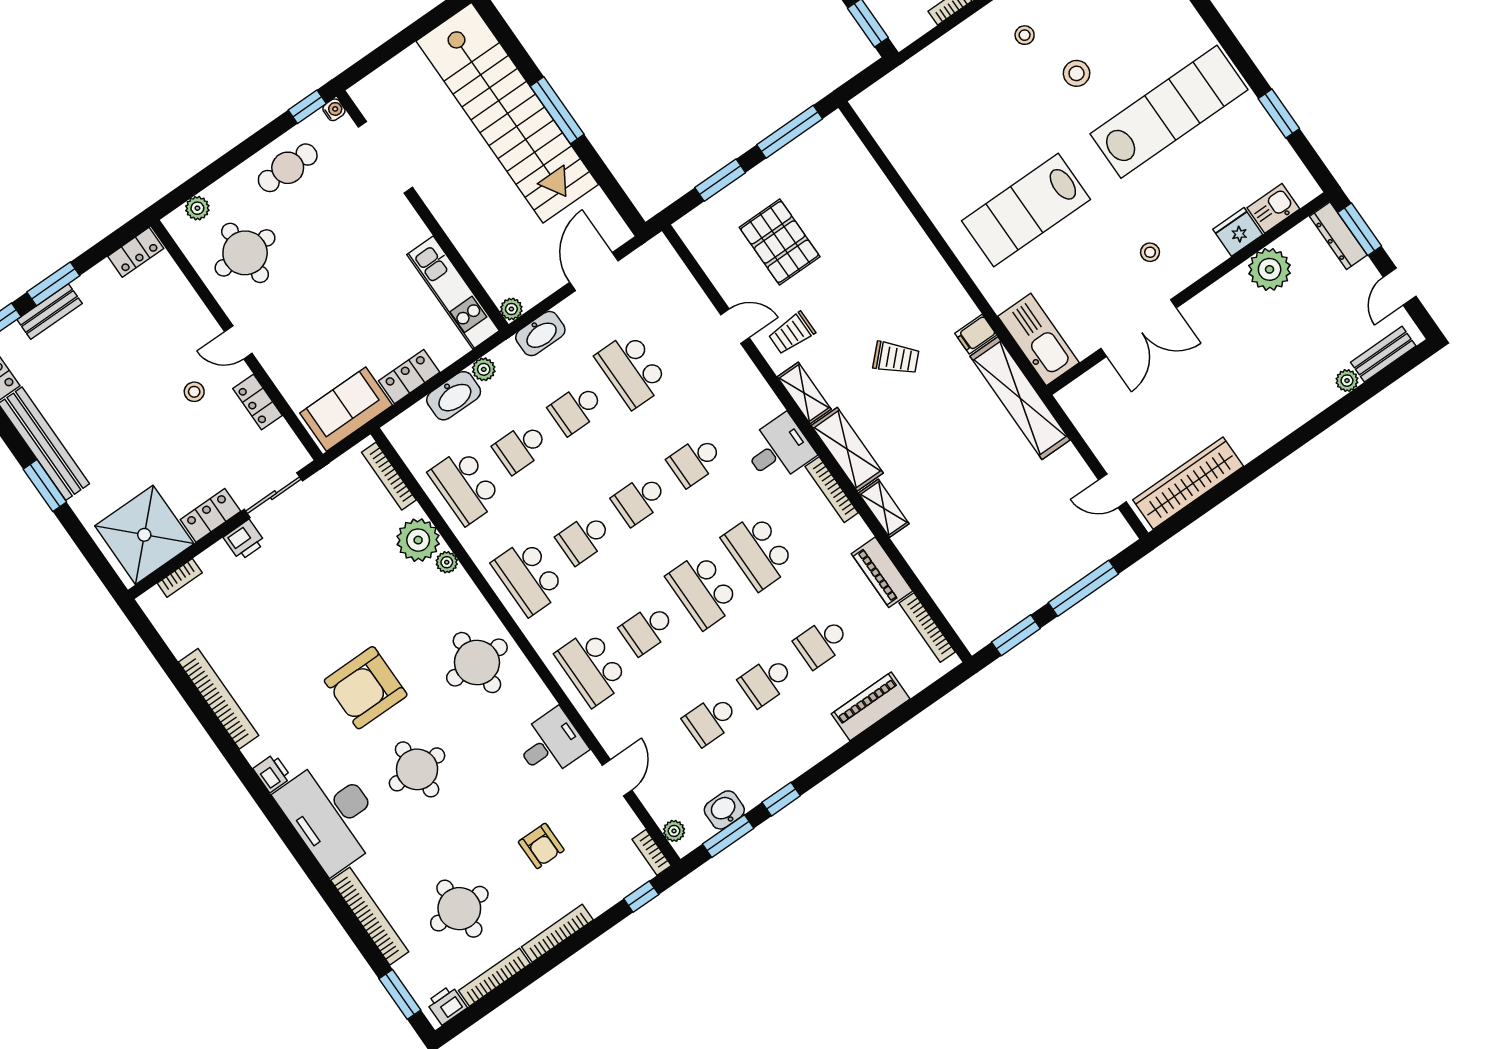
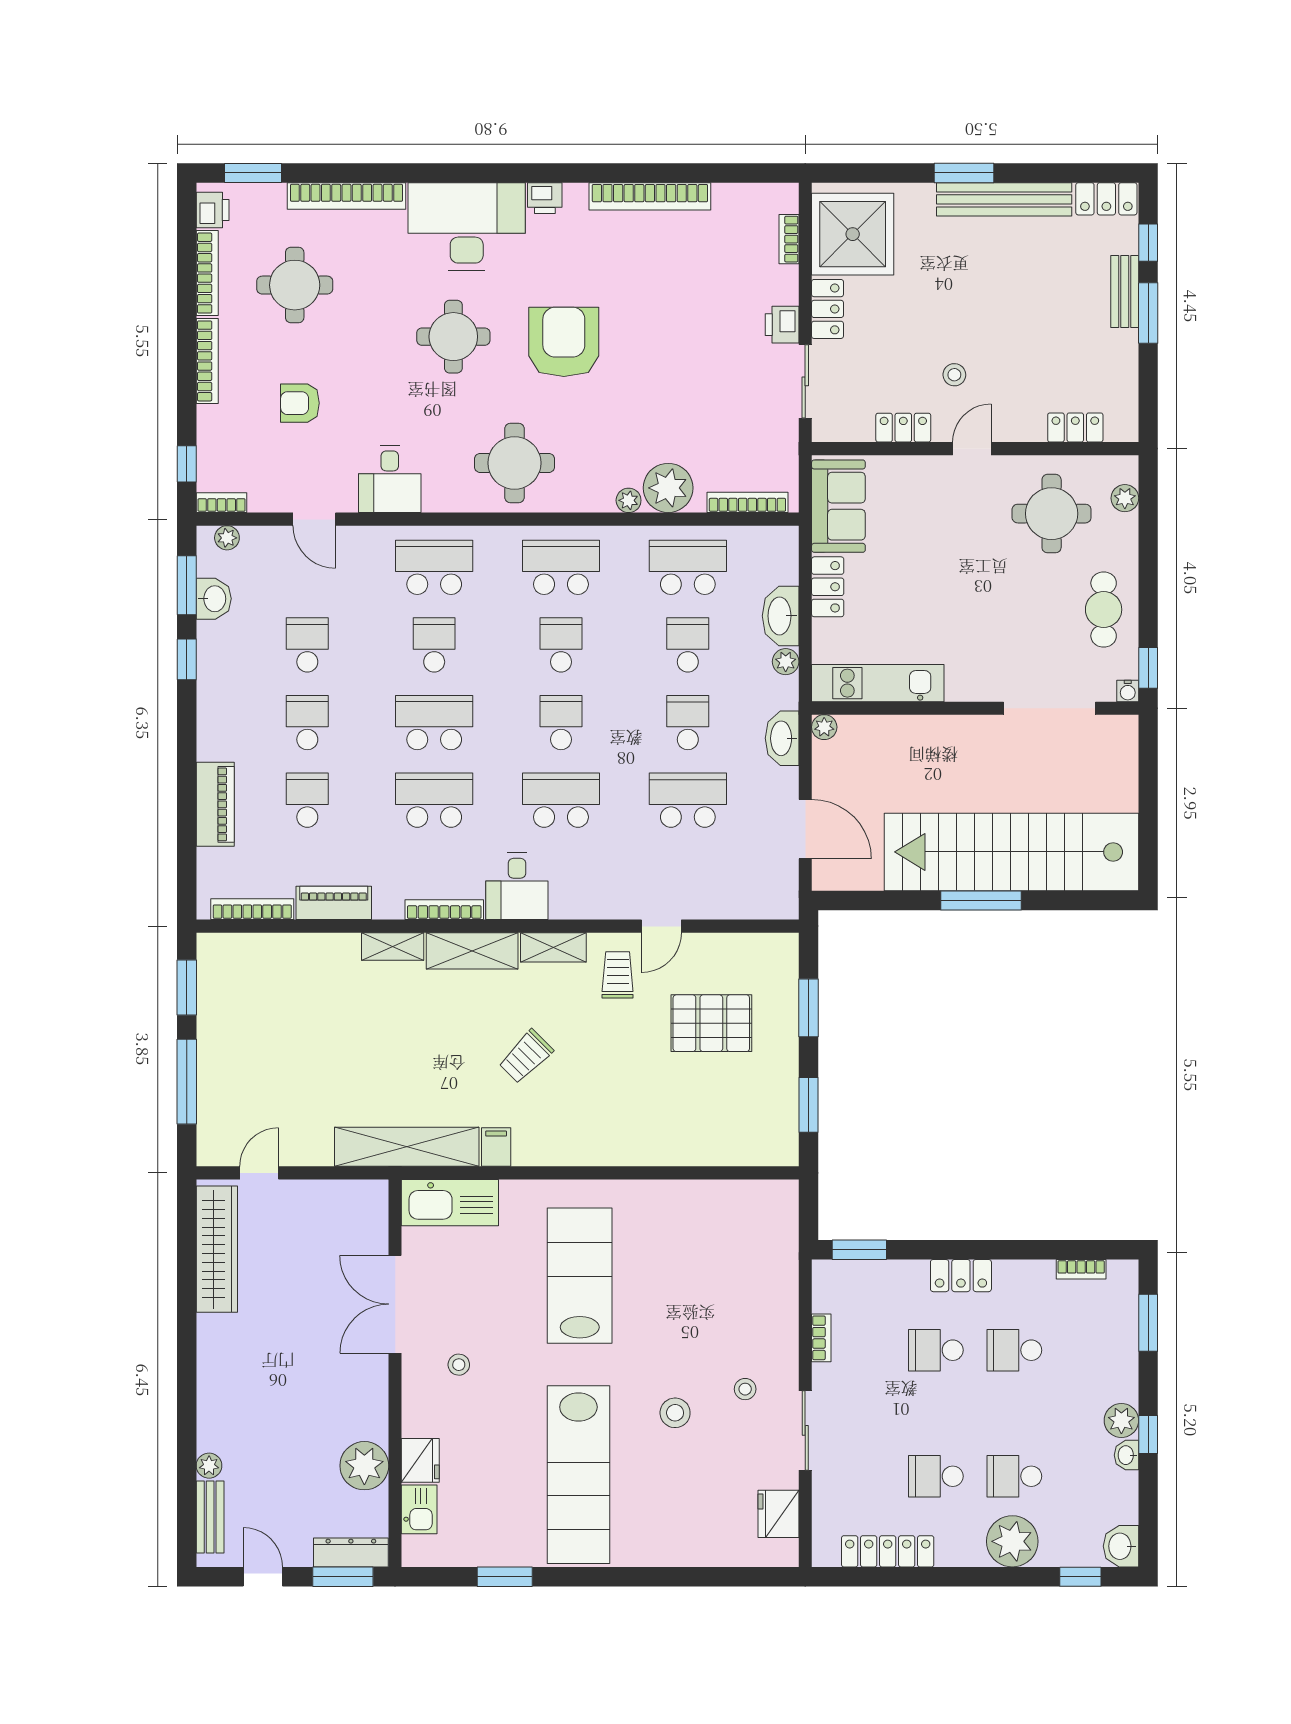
window: (790, 132) -> (808, 1105), width x0.69
locker: (136, 252) -> (1075, 427), moved, turned 90
school desk: (695, 461) -> (561, 800), width x1.85

